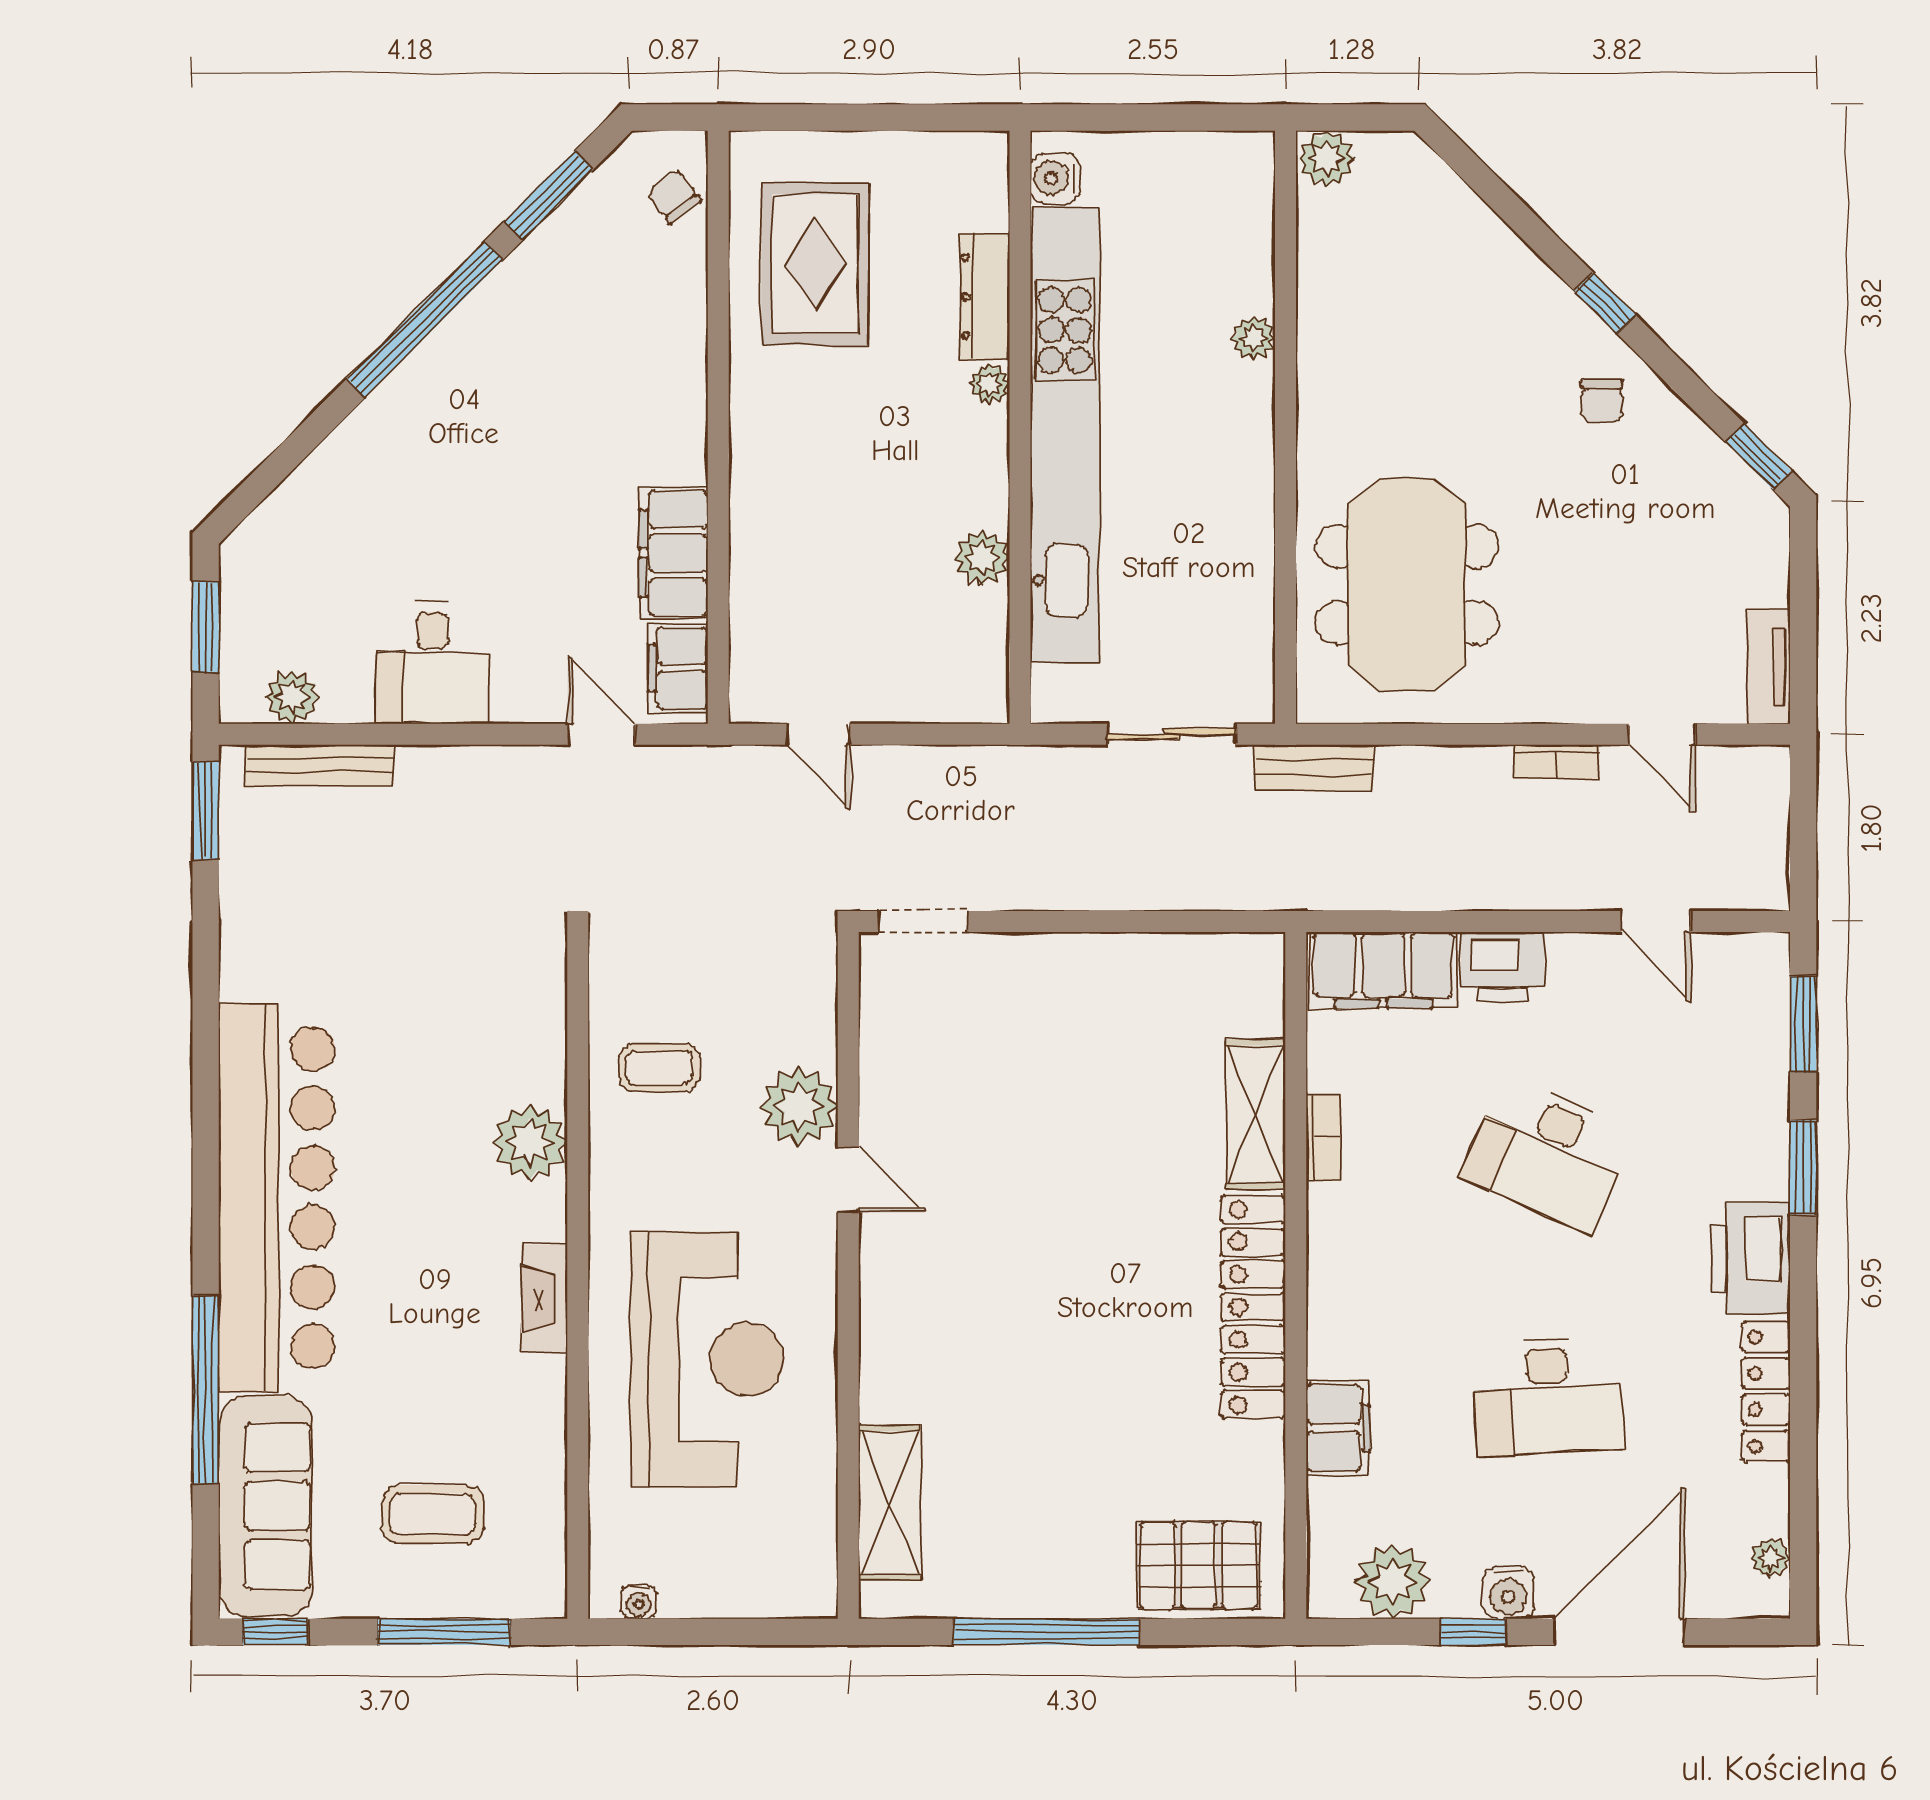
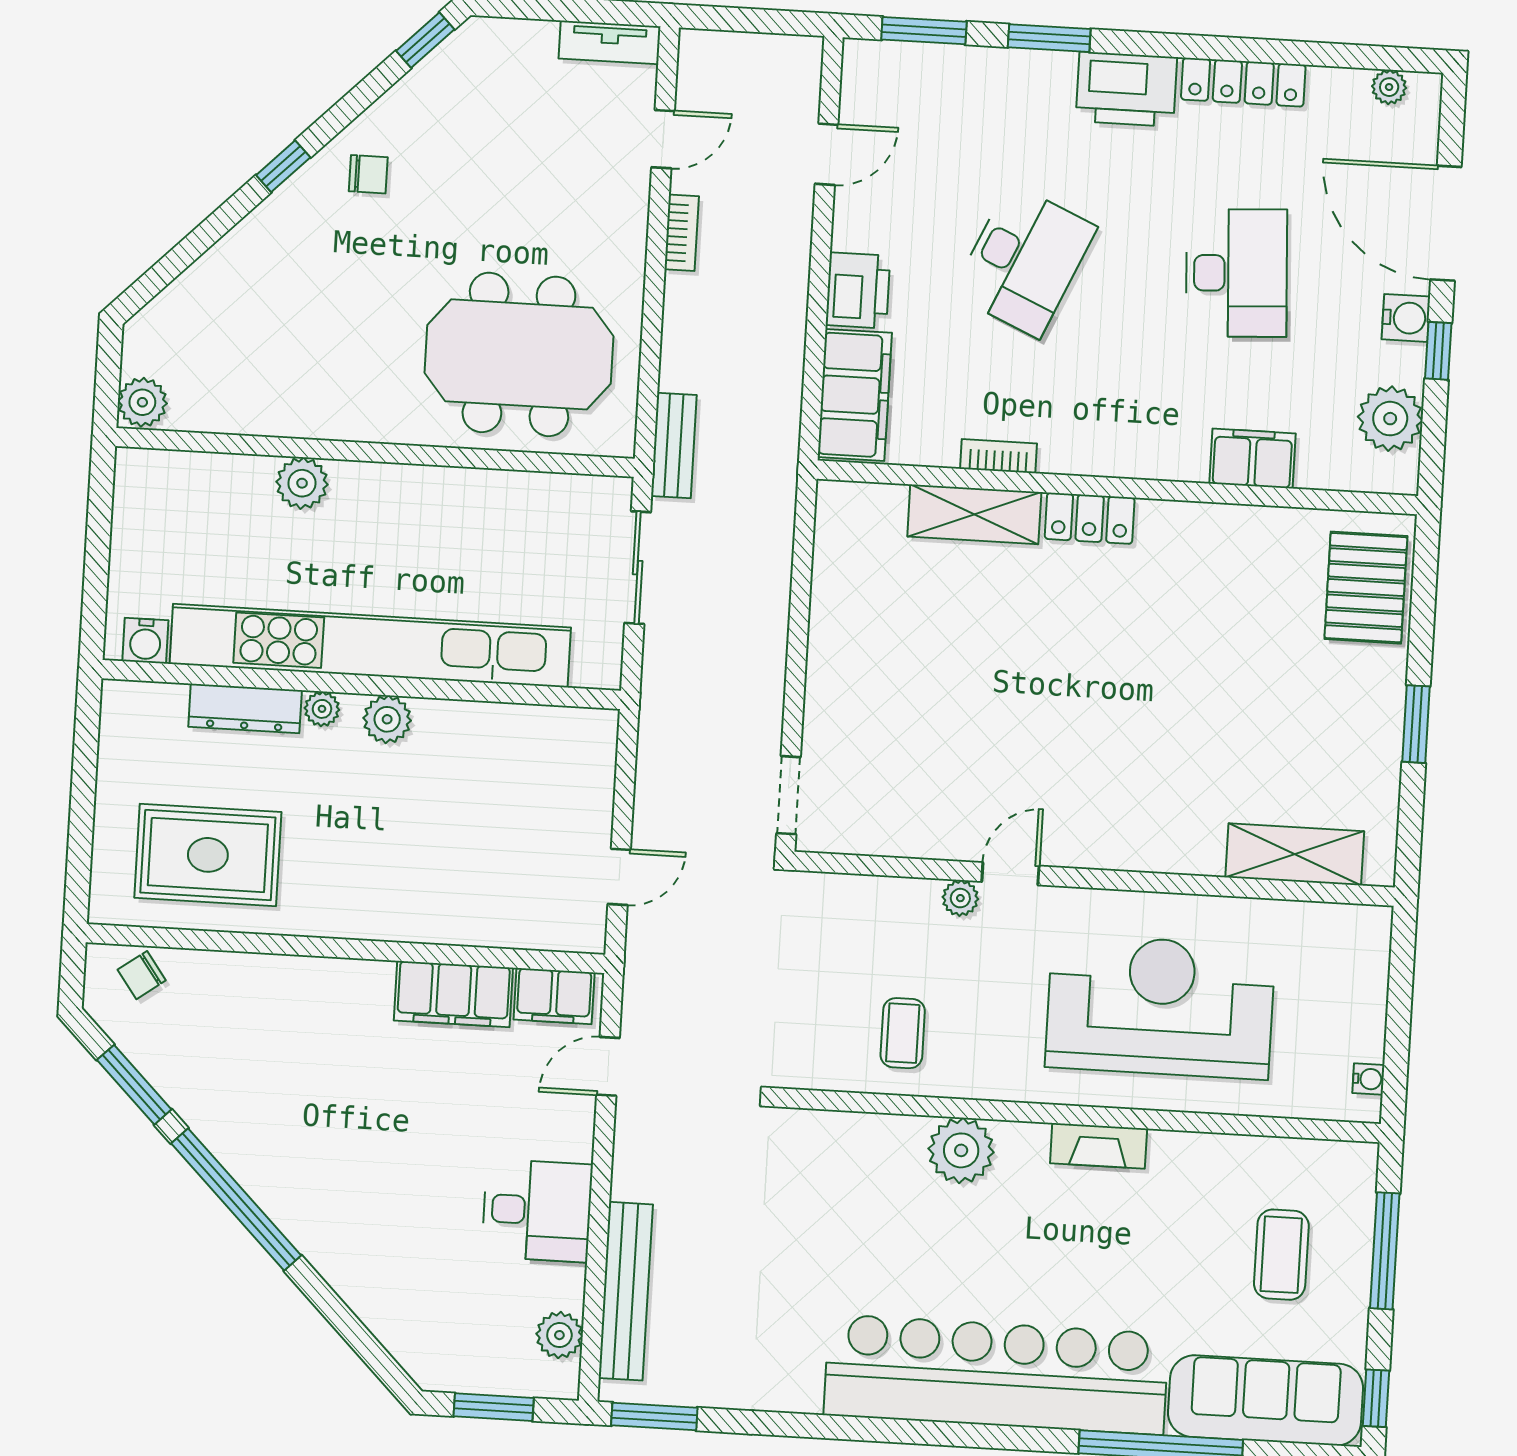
plant: (1253, 338) -> (302, 483), width x1.38, depth x1.38
plant: (982, 558) -> (387, 719), moved
bench: (320, 765) -> (626, 1291), width x1.37, depth x1.21
plant: (799, 1106) -> (960, 898), width x0.53, depth x0.53
locker: (1253, 1307) -> (1090, 518), width x0.46, depth x0.83
window: (1046, 1632) -> (1416, 724), width x0.47

